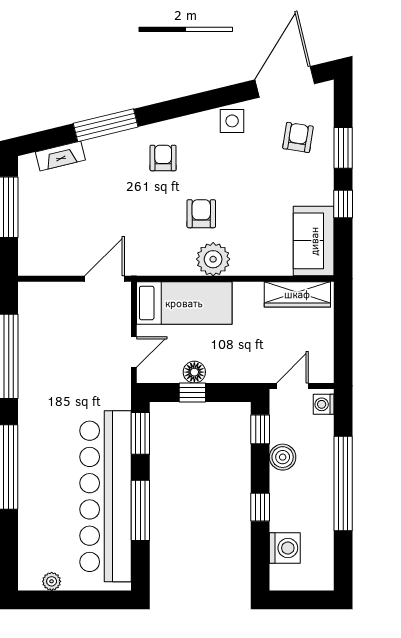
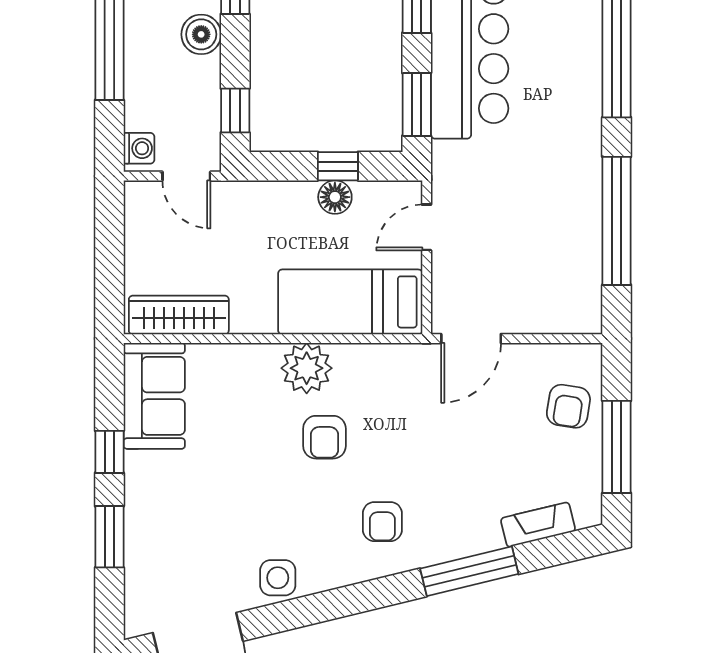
armchair: (298, 137) -> (568, 406), moved
door: (292, 386) -> (186, 176), hinge flipped
boiler: (283, 457) -> (201, 34), moved

